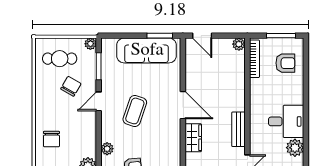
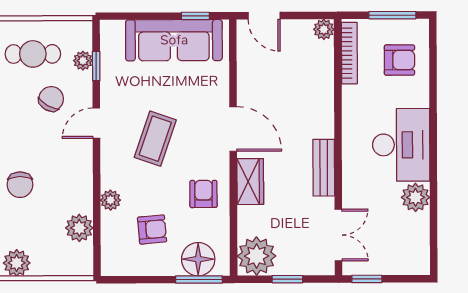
window: (160, 36) -> (195, 16), width x0.67
plant: (90, 44) -> (83, 61), moved
window: (99, 66) -> (96, 66), width x0.67
desk: (286, 121) -> (401, 145), width x1.37
armchair: (164, 145) -> (203, 194), added

